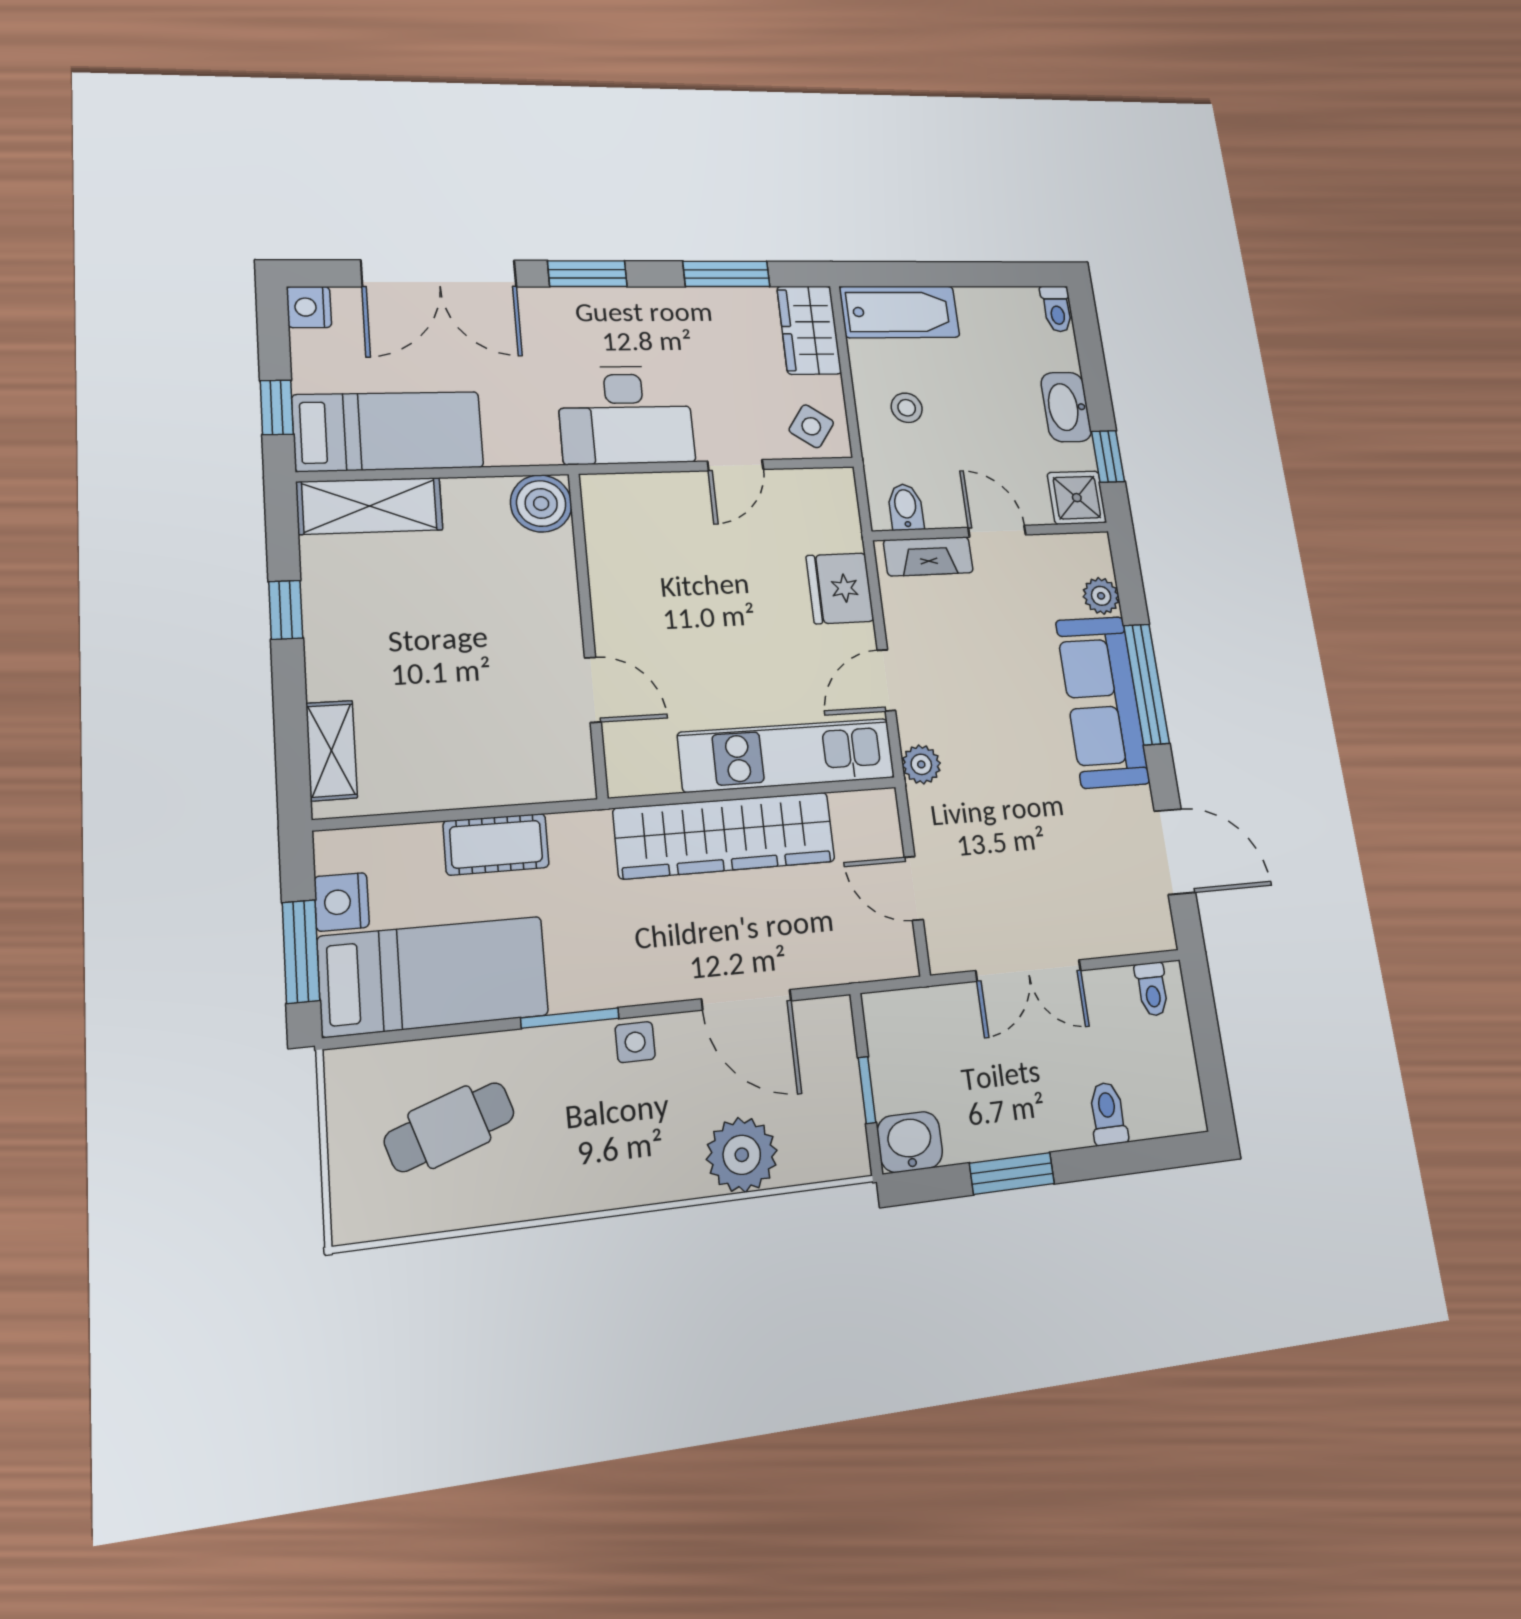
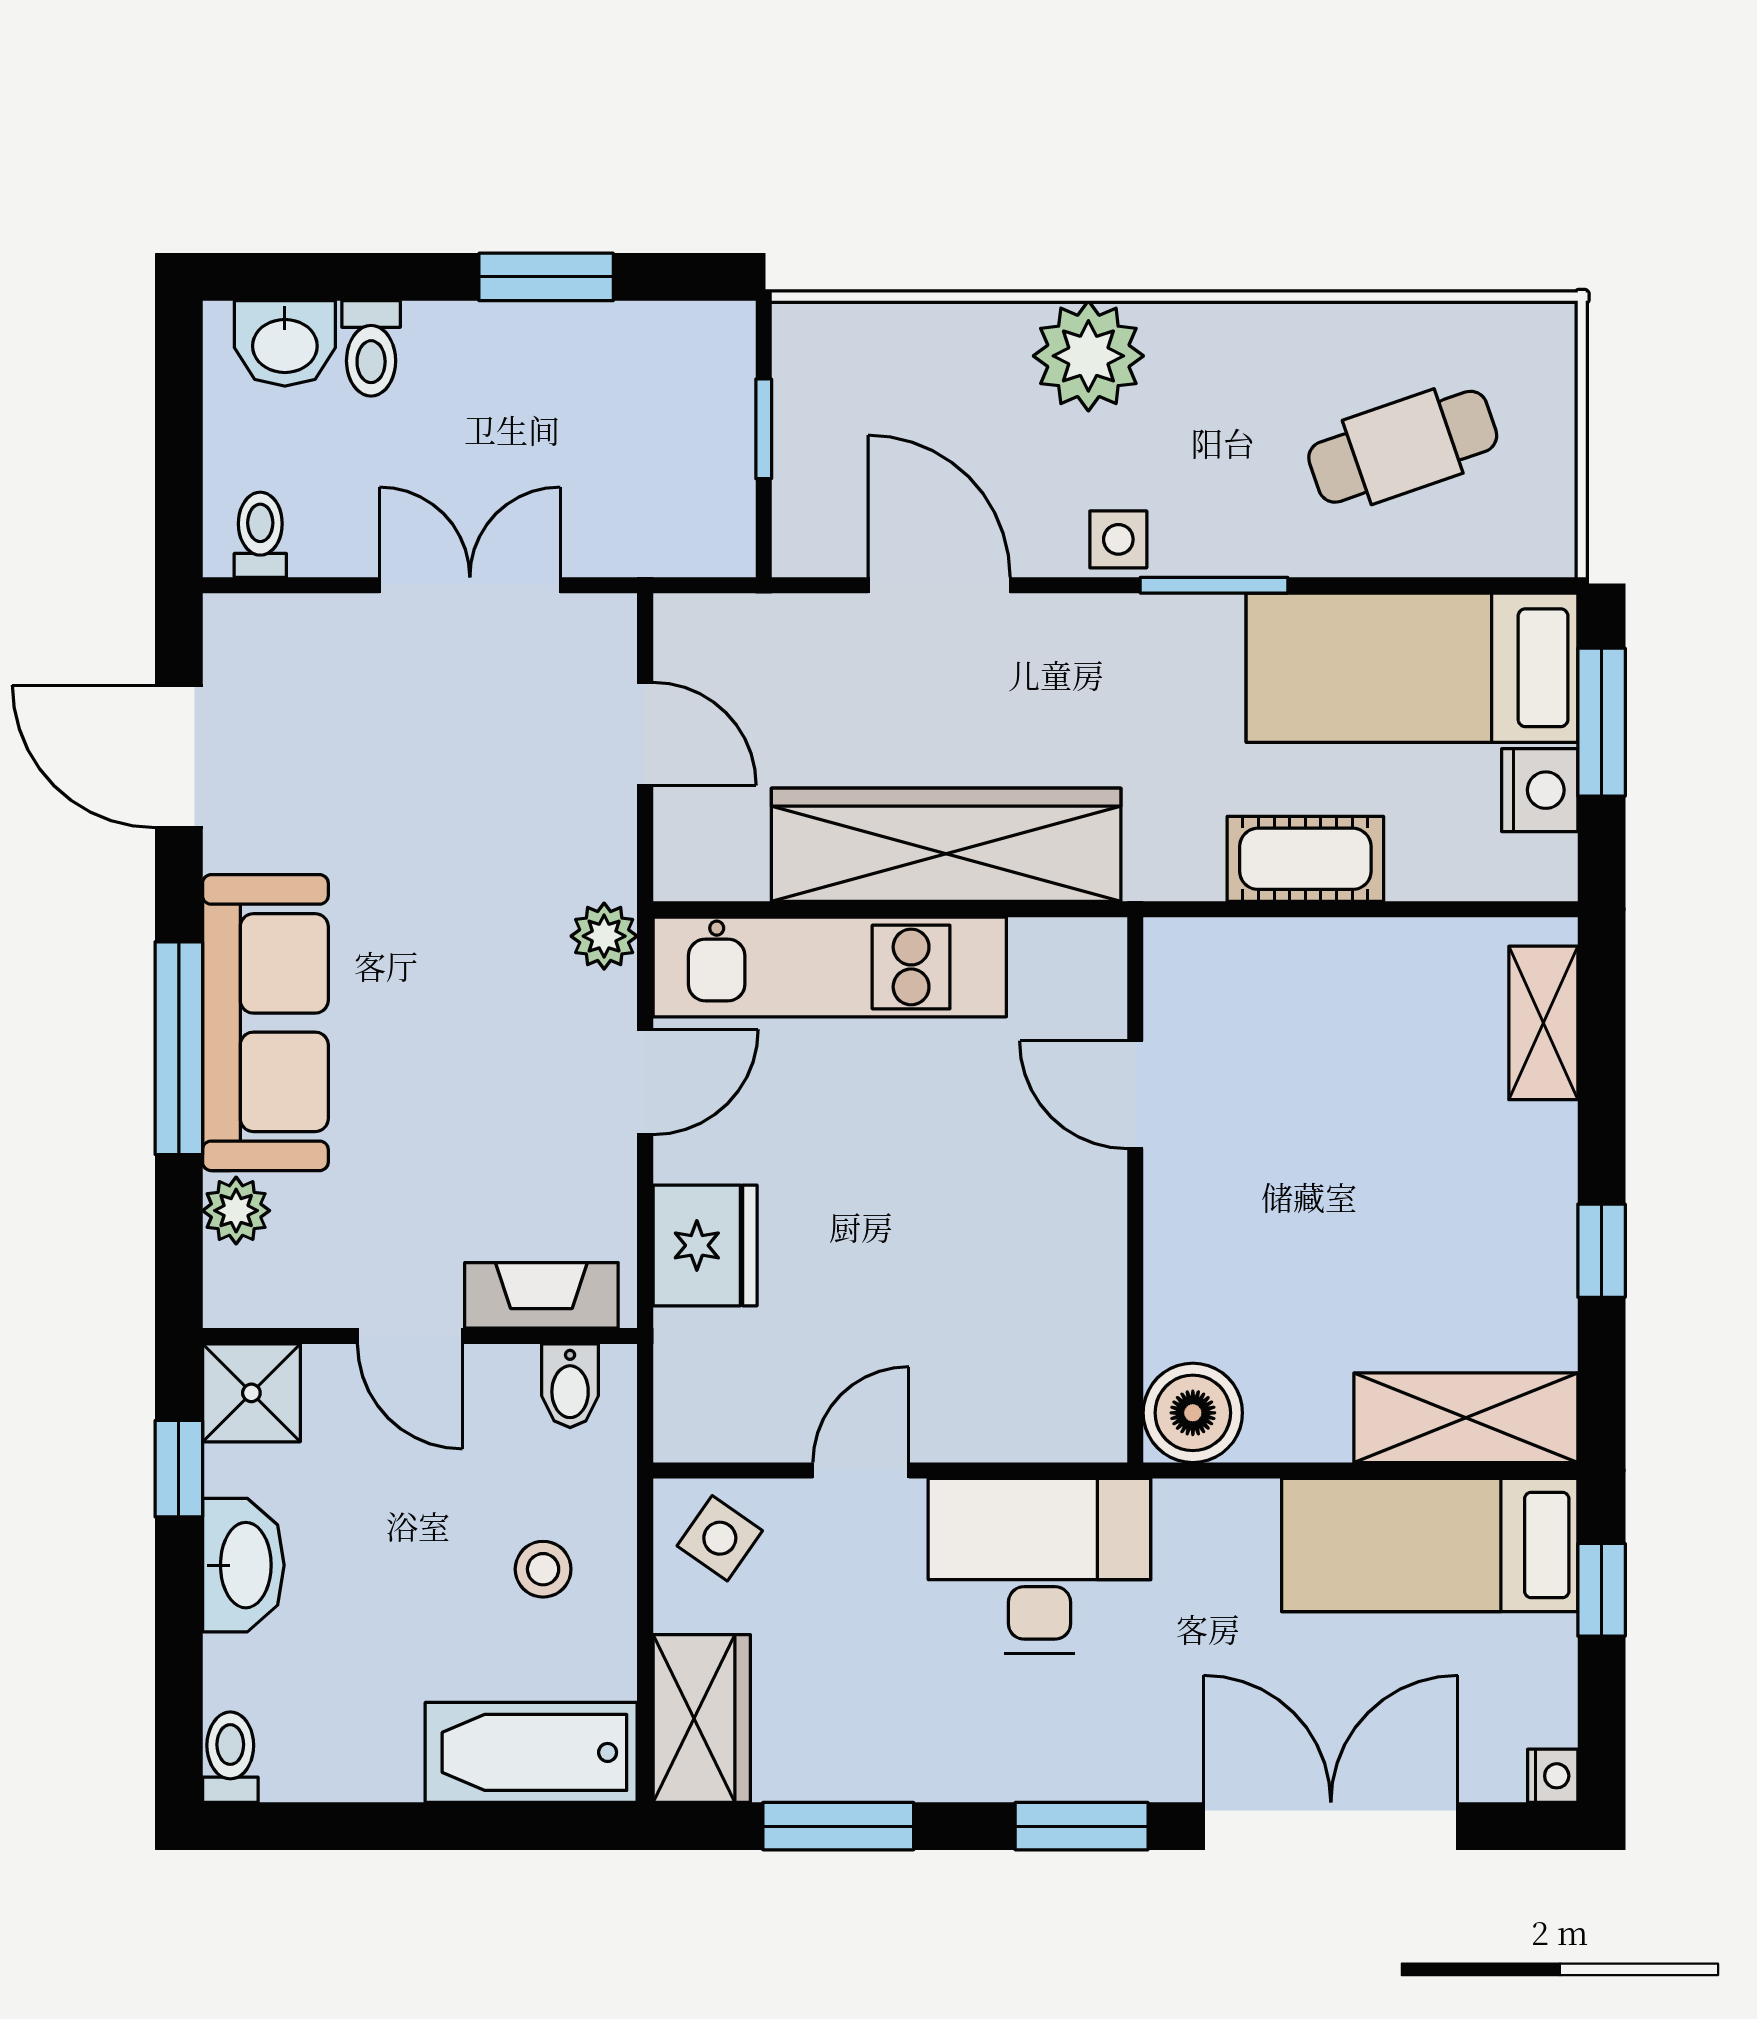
nightstand: (309, 307) -> (1553, 1776), width x0.72, depth x0.74
washbasin: (910, 1142) -> (285, 343), moved
plant: (742, 1155) -> (1088, 356), moved

